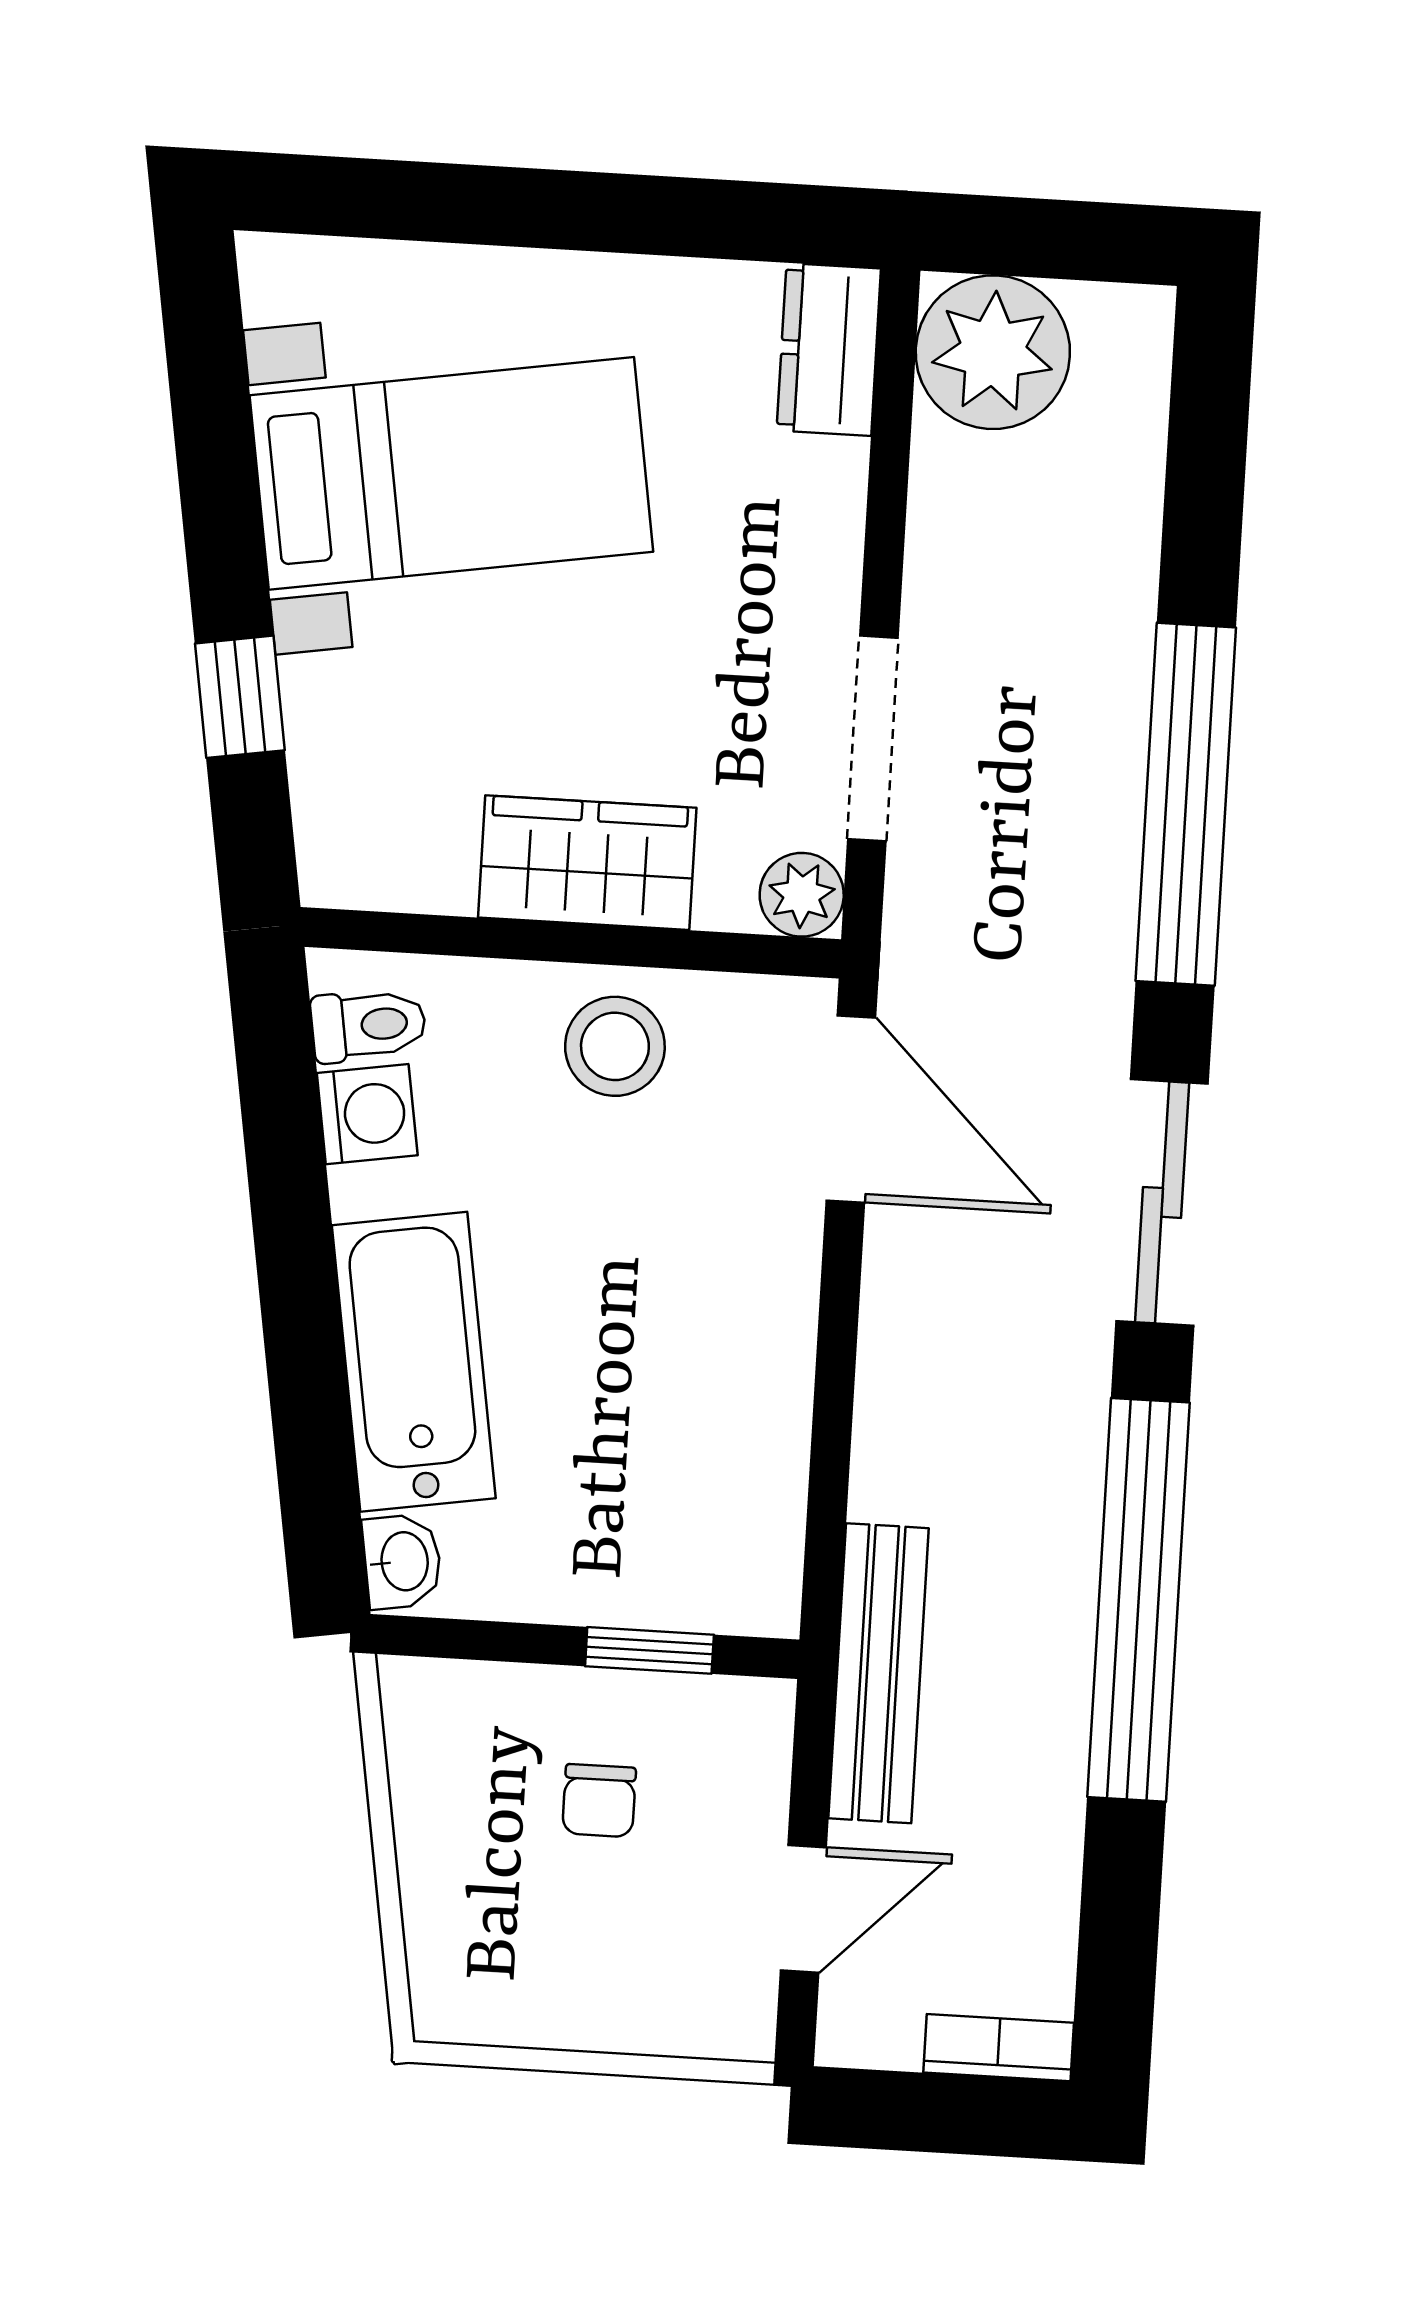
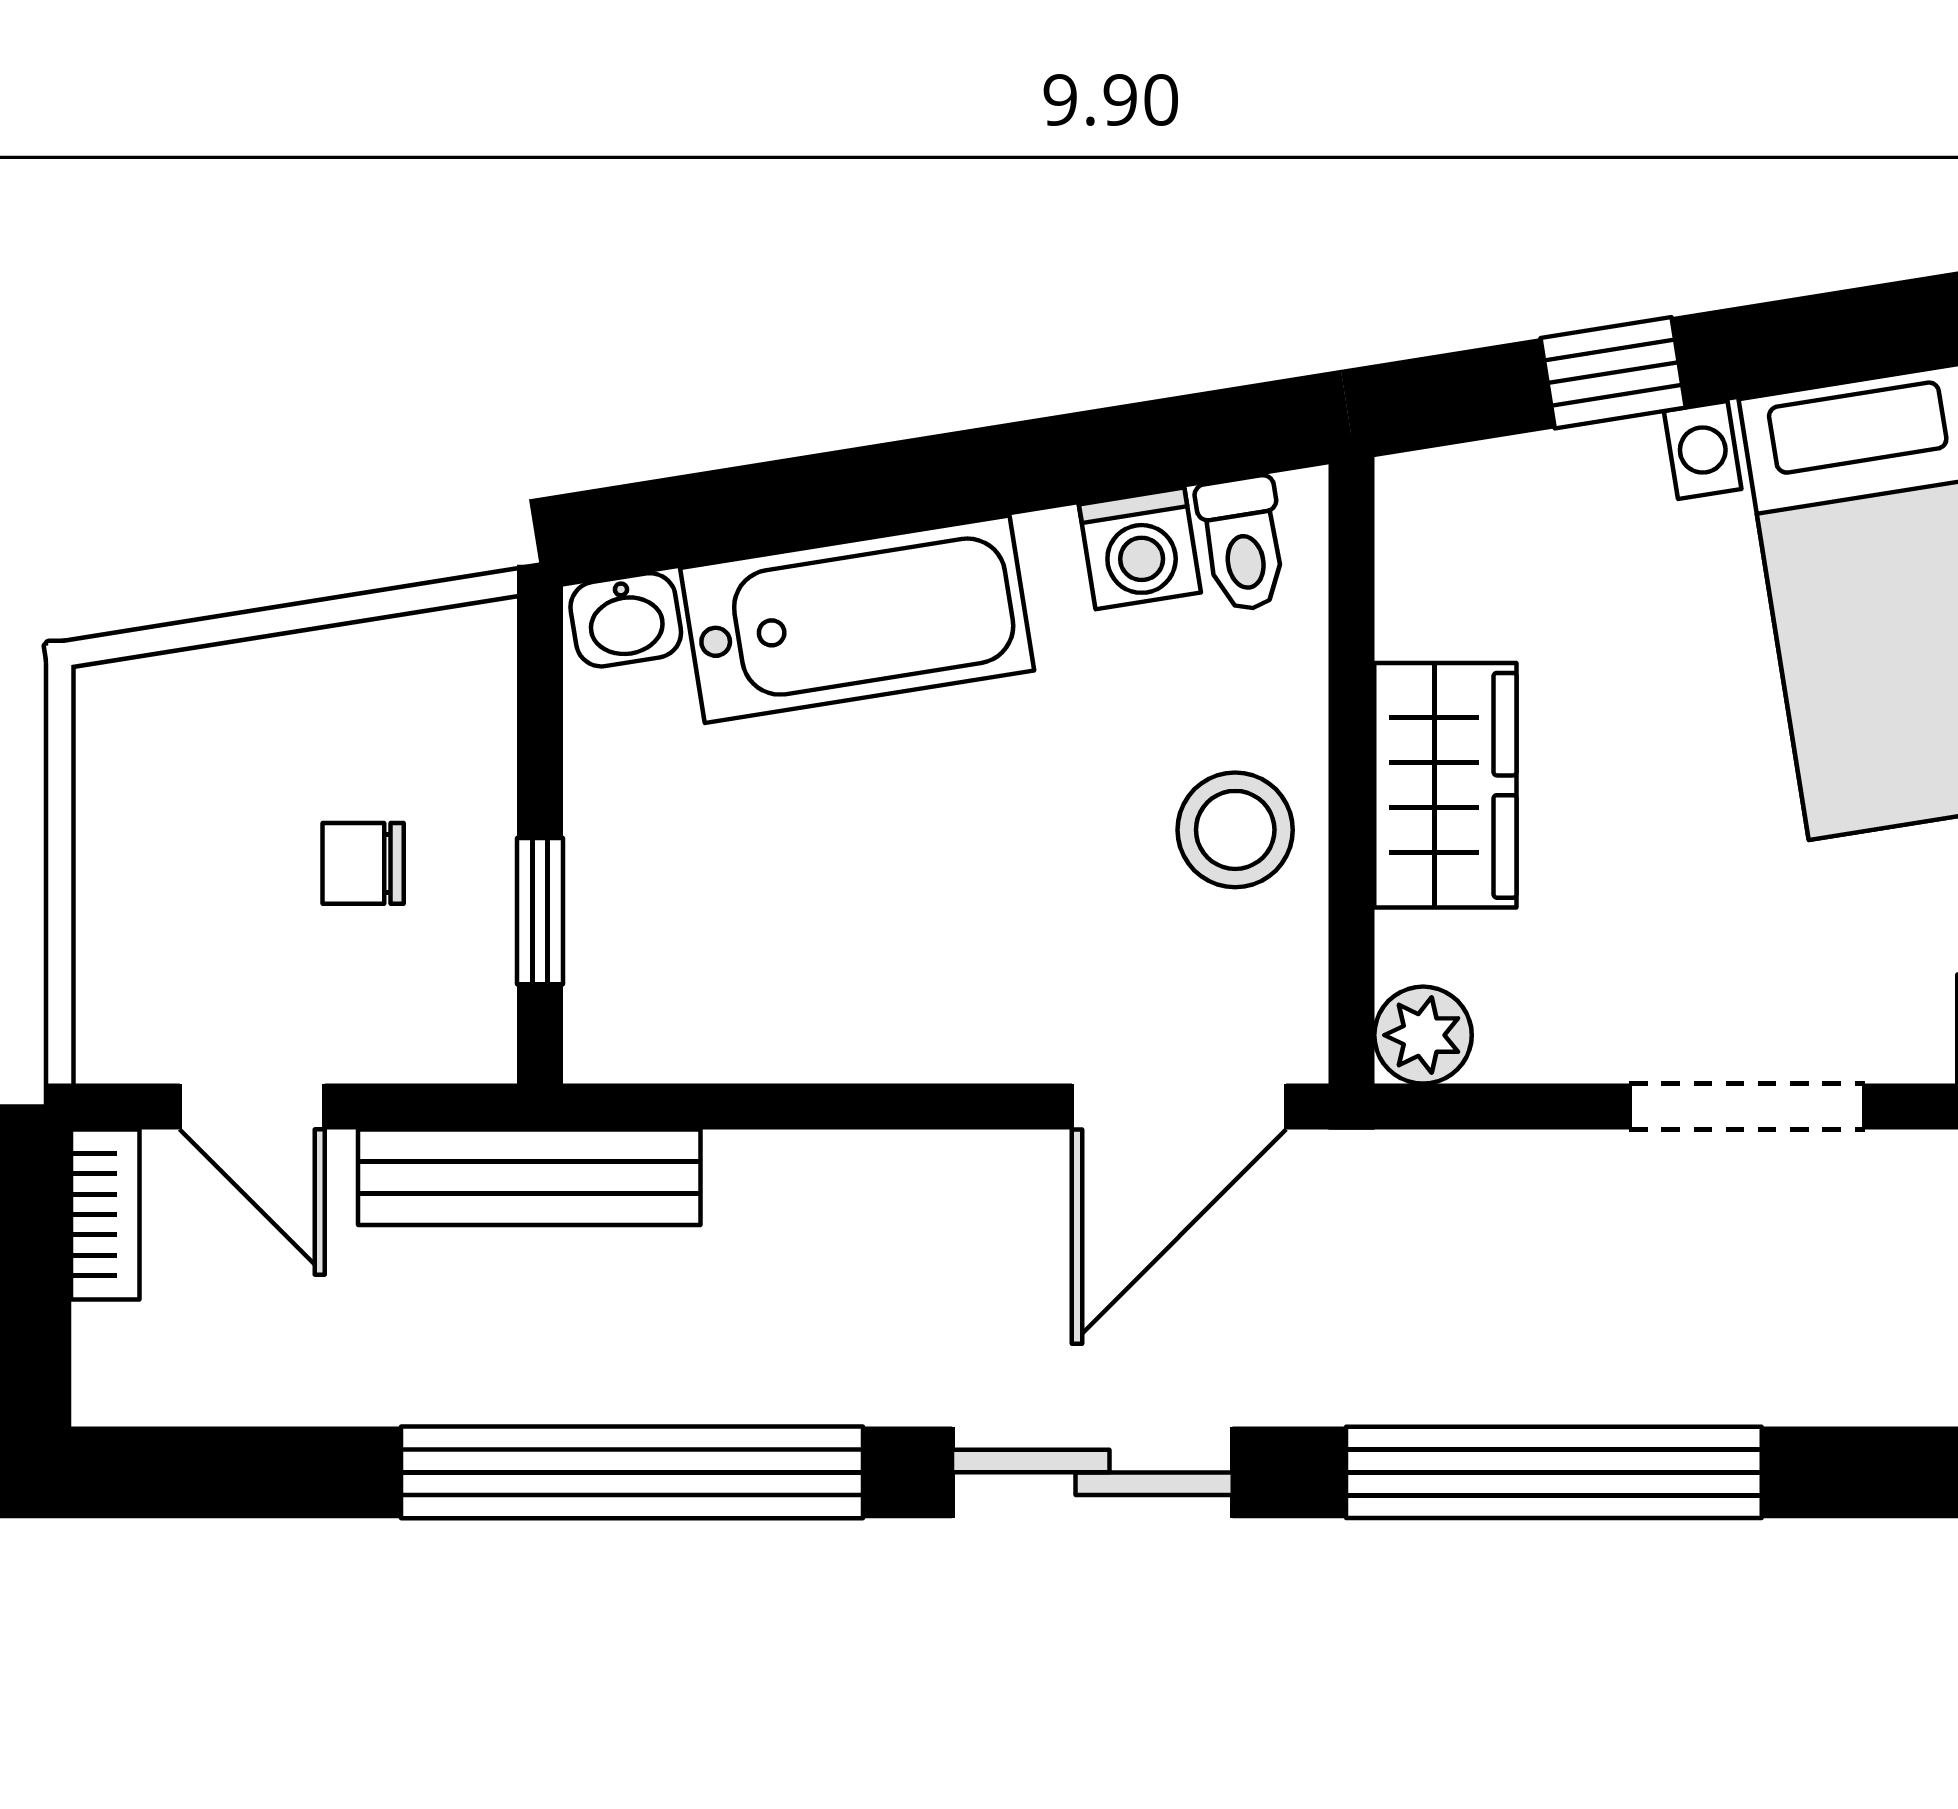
doorway: (873, 738) -> (1747, 1107), moved
bookcase: (999, 2048) -> (105, 1214), moved

